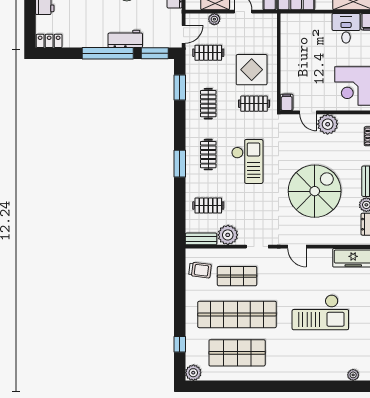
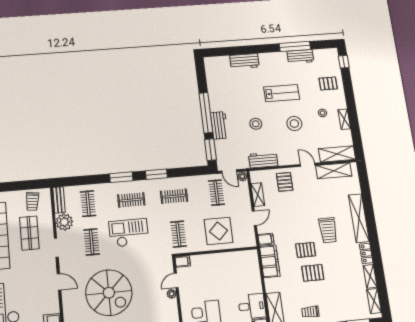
plant: (214, 19) -> (242, 176), moved
locker: (49, 41) -> (210, 67), removed
display table: (252, 70) -> (219, 231), moved
window: (180, 87) -> (156, 174), moved
plant: (328, 124) -> (172, 294), width x0.53, depth x0.53
checkout: (247, 161) -> (129, 233), turned 180
clothes rail: (254, 206) -> (92, 242), added
door: (297, 247) -> (59, 282), swing flipped

